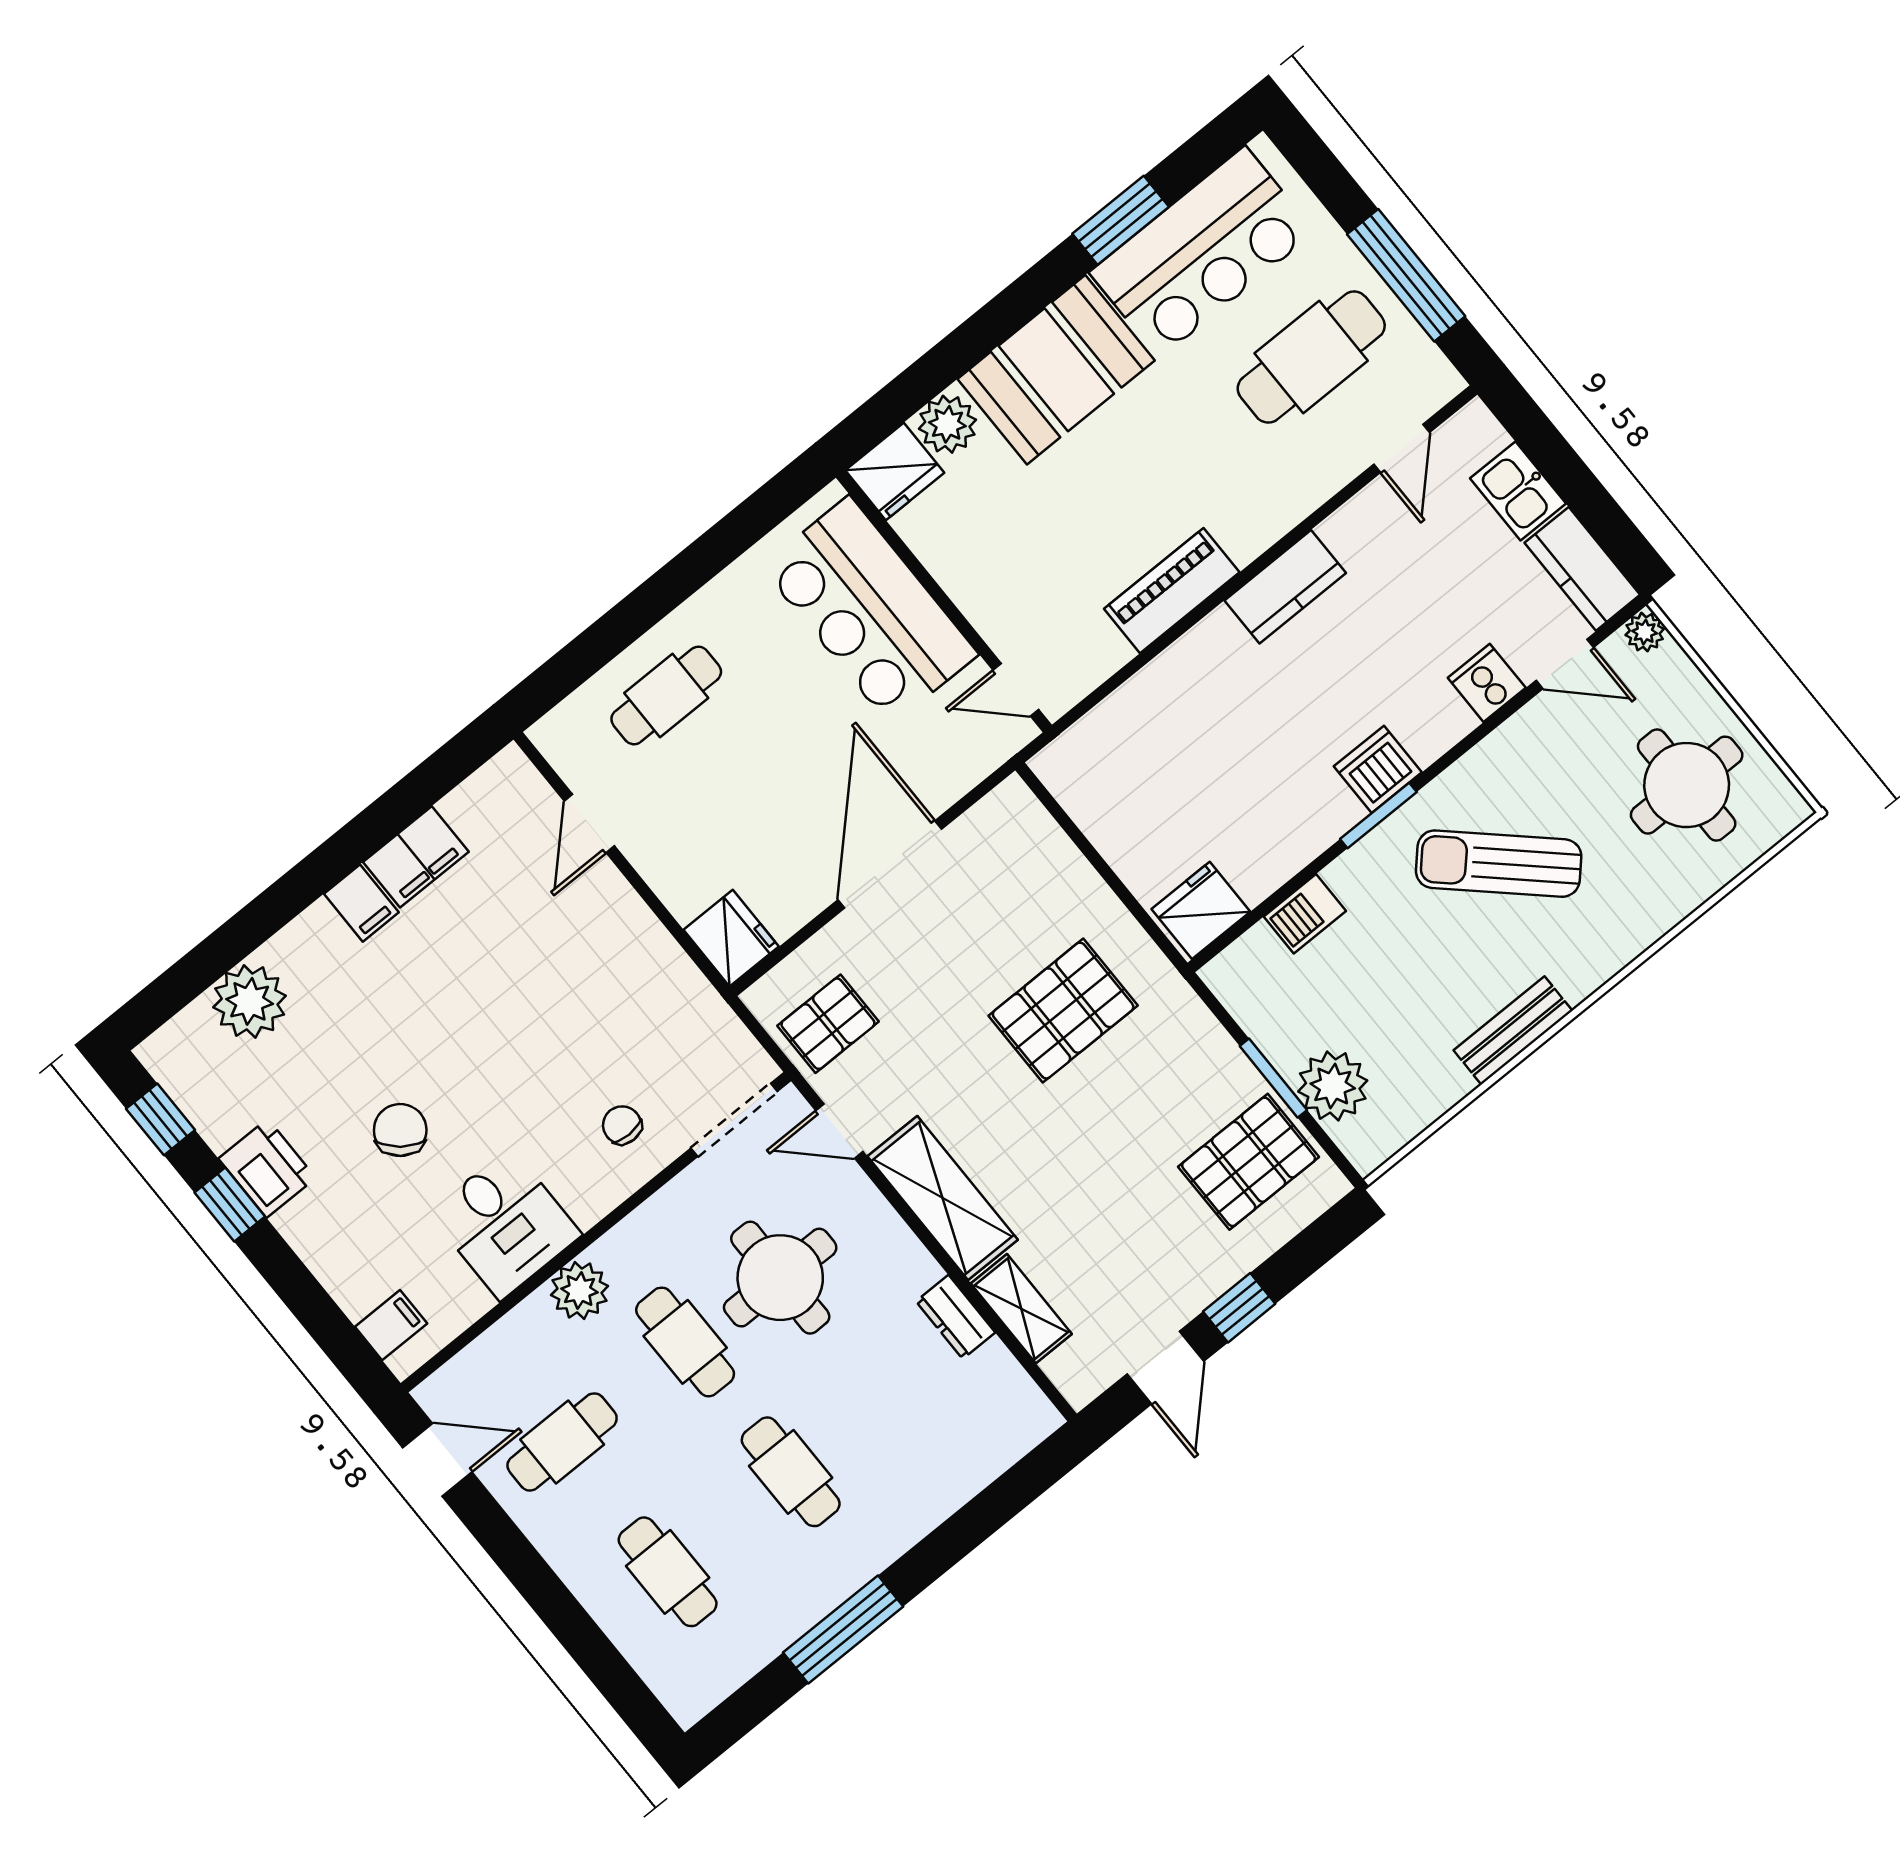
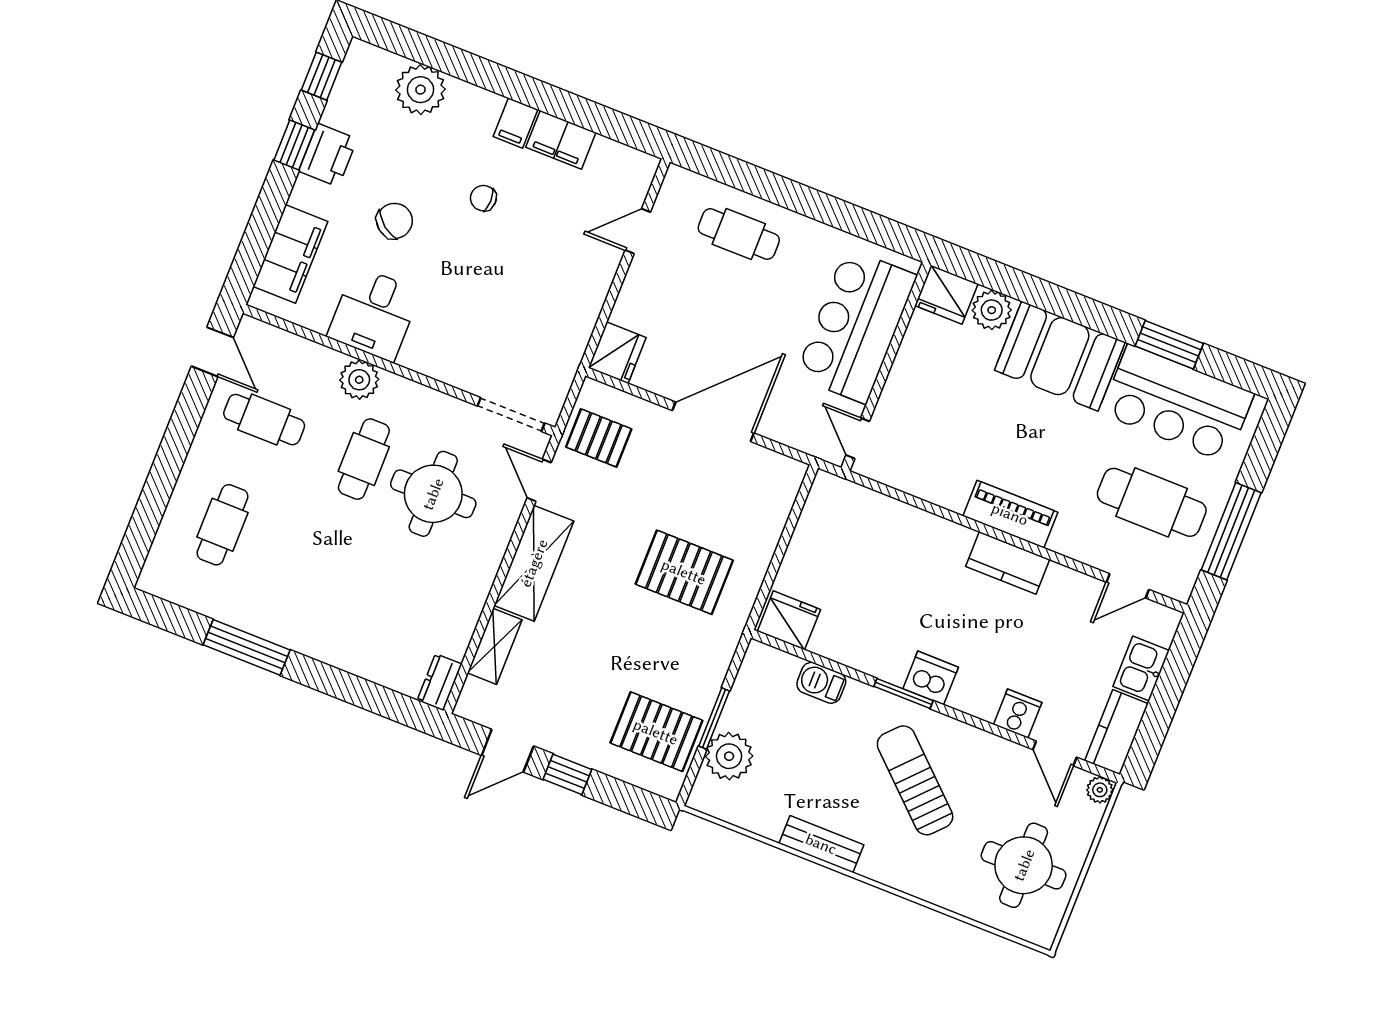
piano: (1172, 591) -> (1010, 514), moved
chair: (622, 1125) -> (483, 198), moved, turned -90
dresser: (956, 1317) -> (440, 682), moved
filing cabinet: (391, 1325) -> (290, 254), width x3.00, depth x1.17
cafe table: (791, 1472) -> (322, 564), removed

